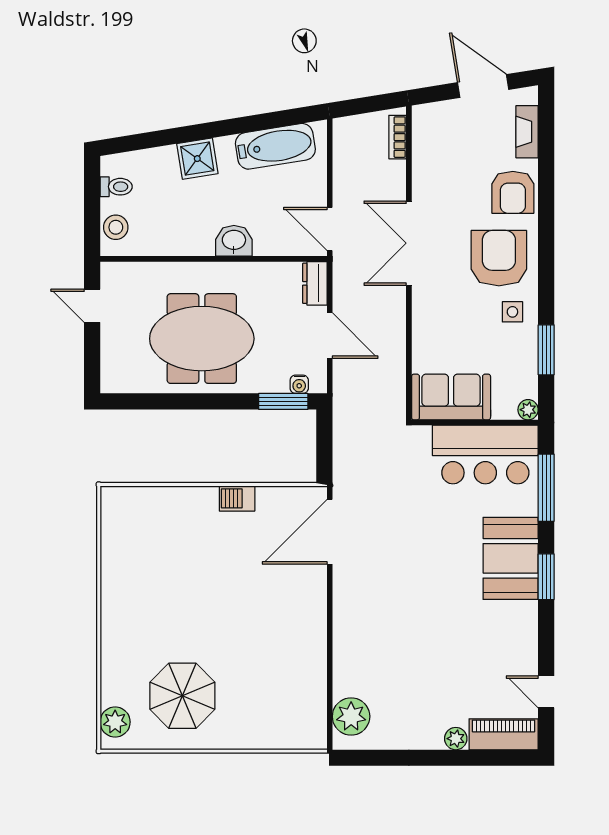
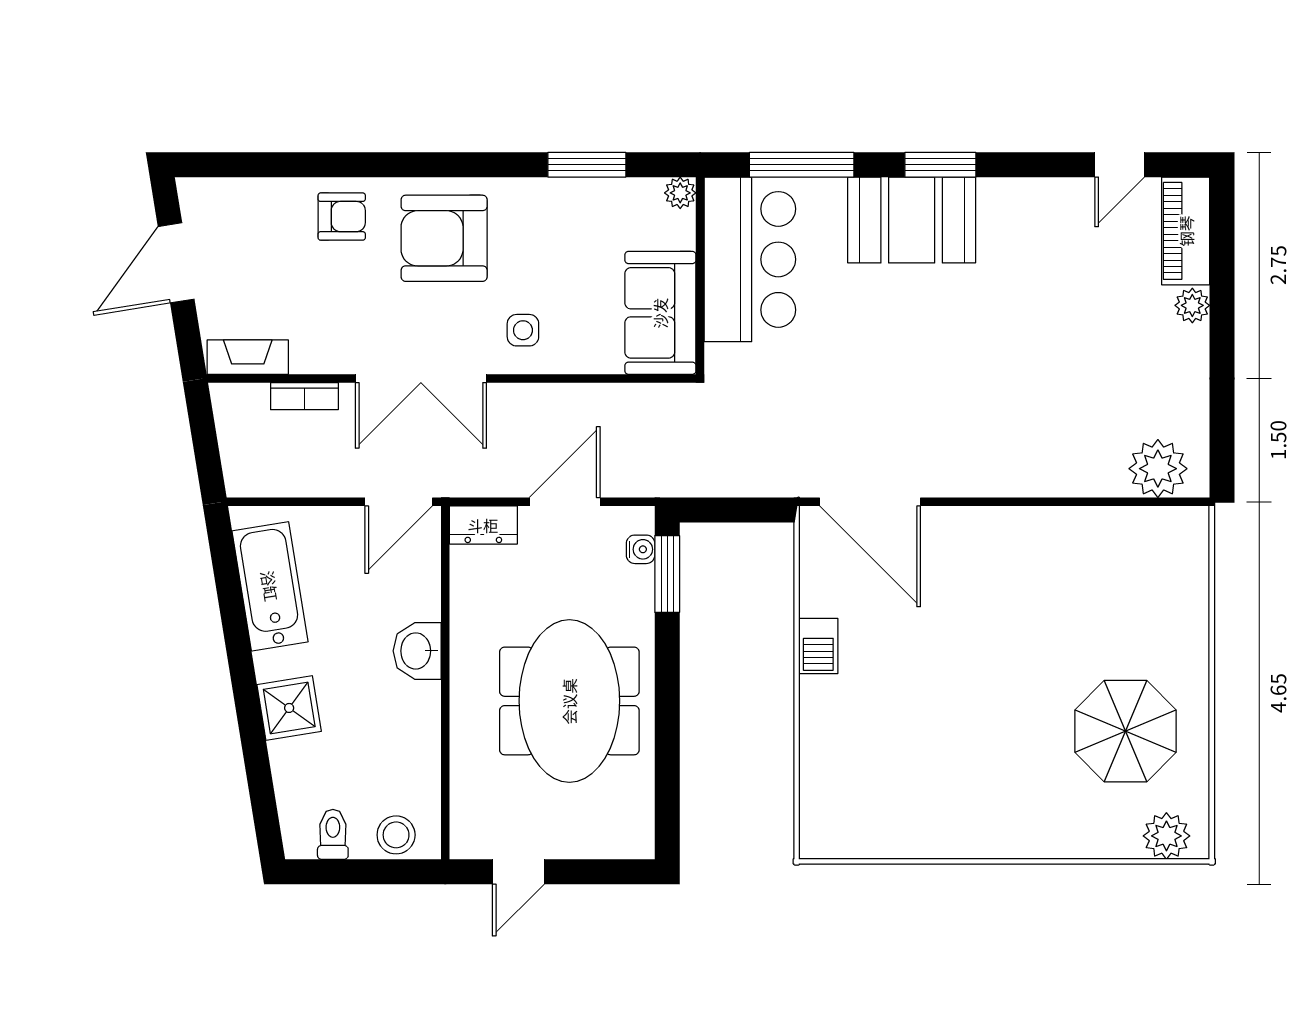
fireplace: (527, 132) -> (248, 357), moved, turned 180
bookcase: (398, 137) -> (304, 396), moved
armchair: (513, 192) -> (342, 217), width x0.72, depth x0.72
side table: (512, 312) -> (523, 330), moved

